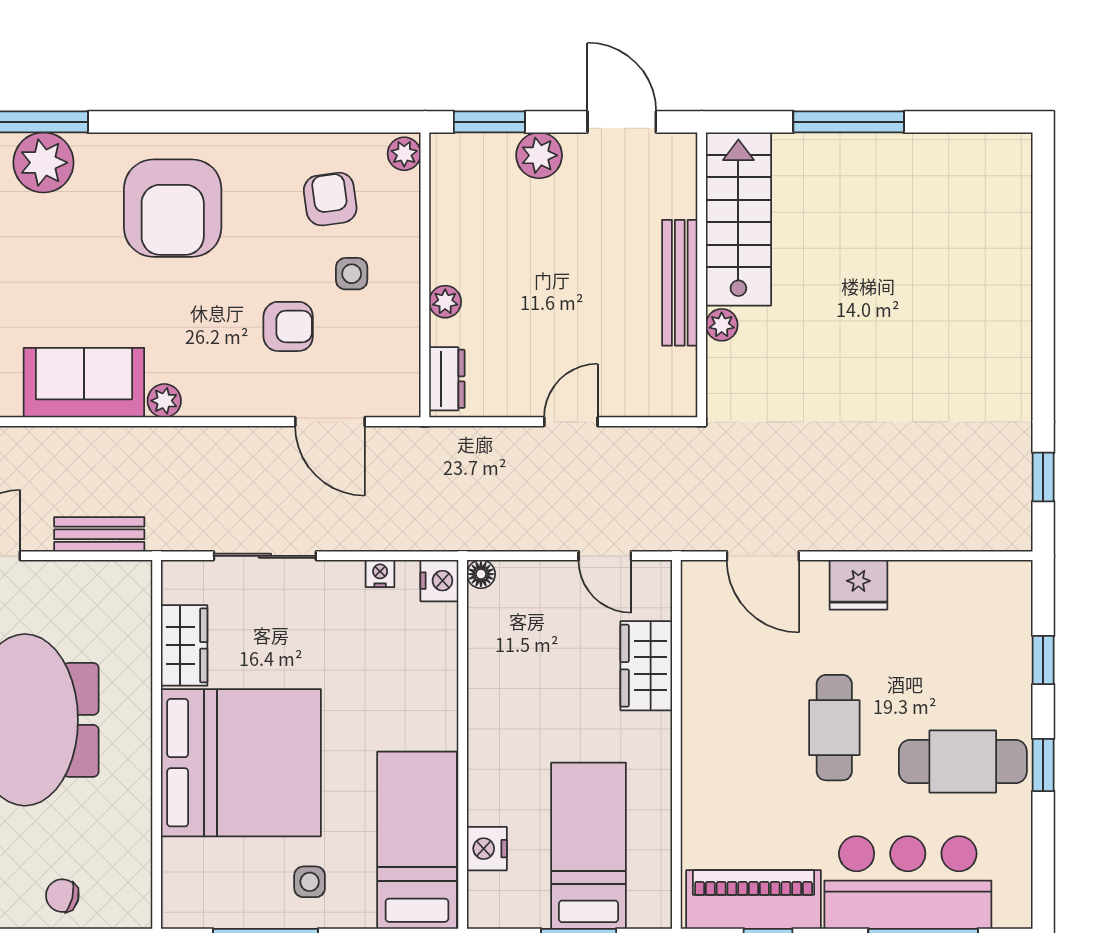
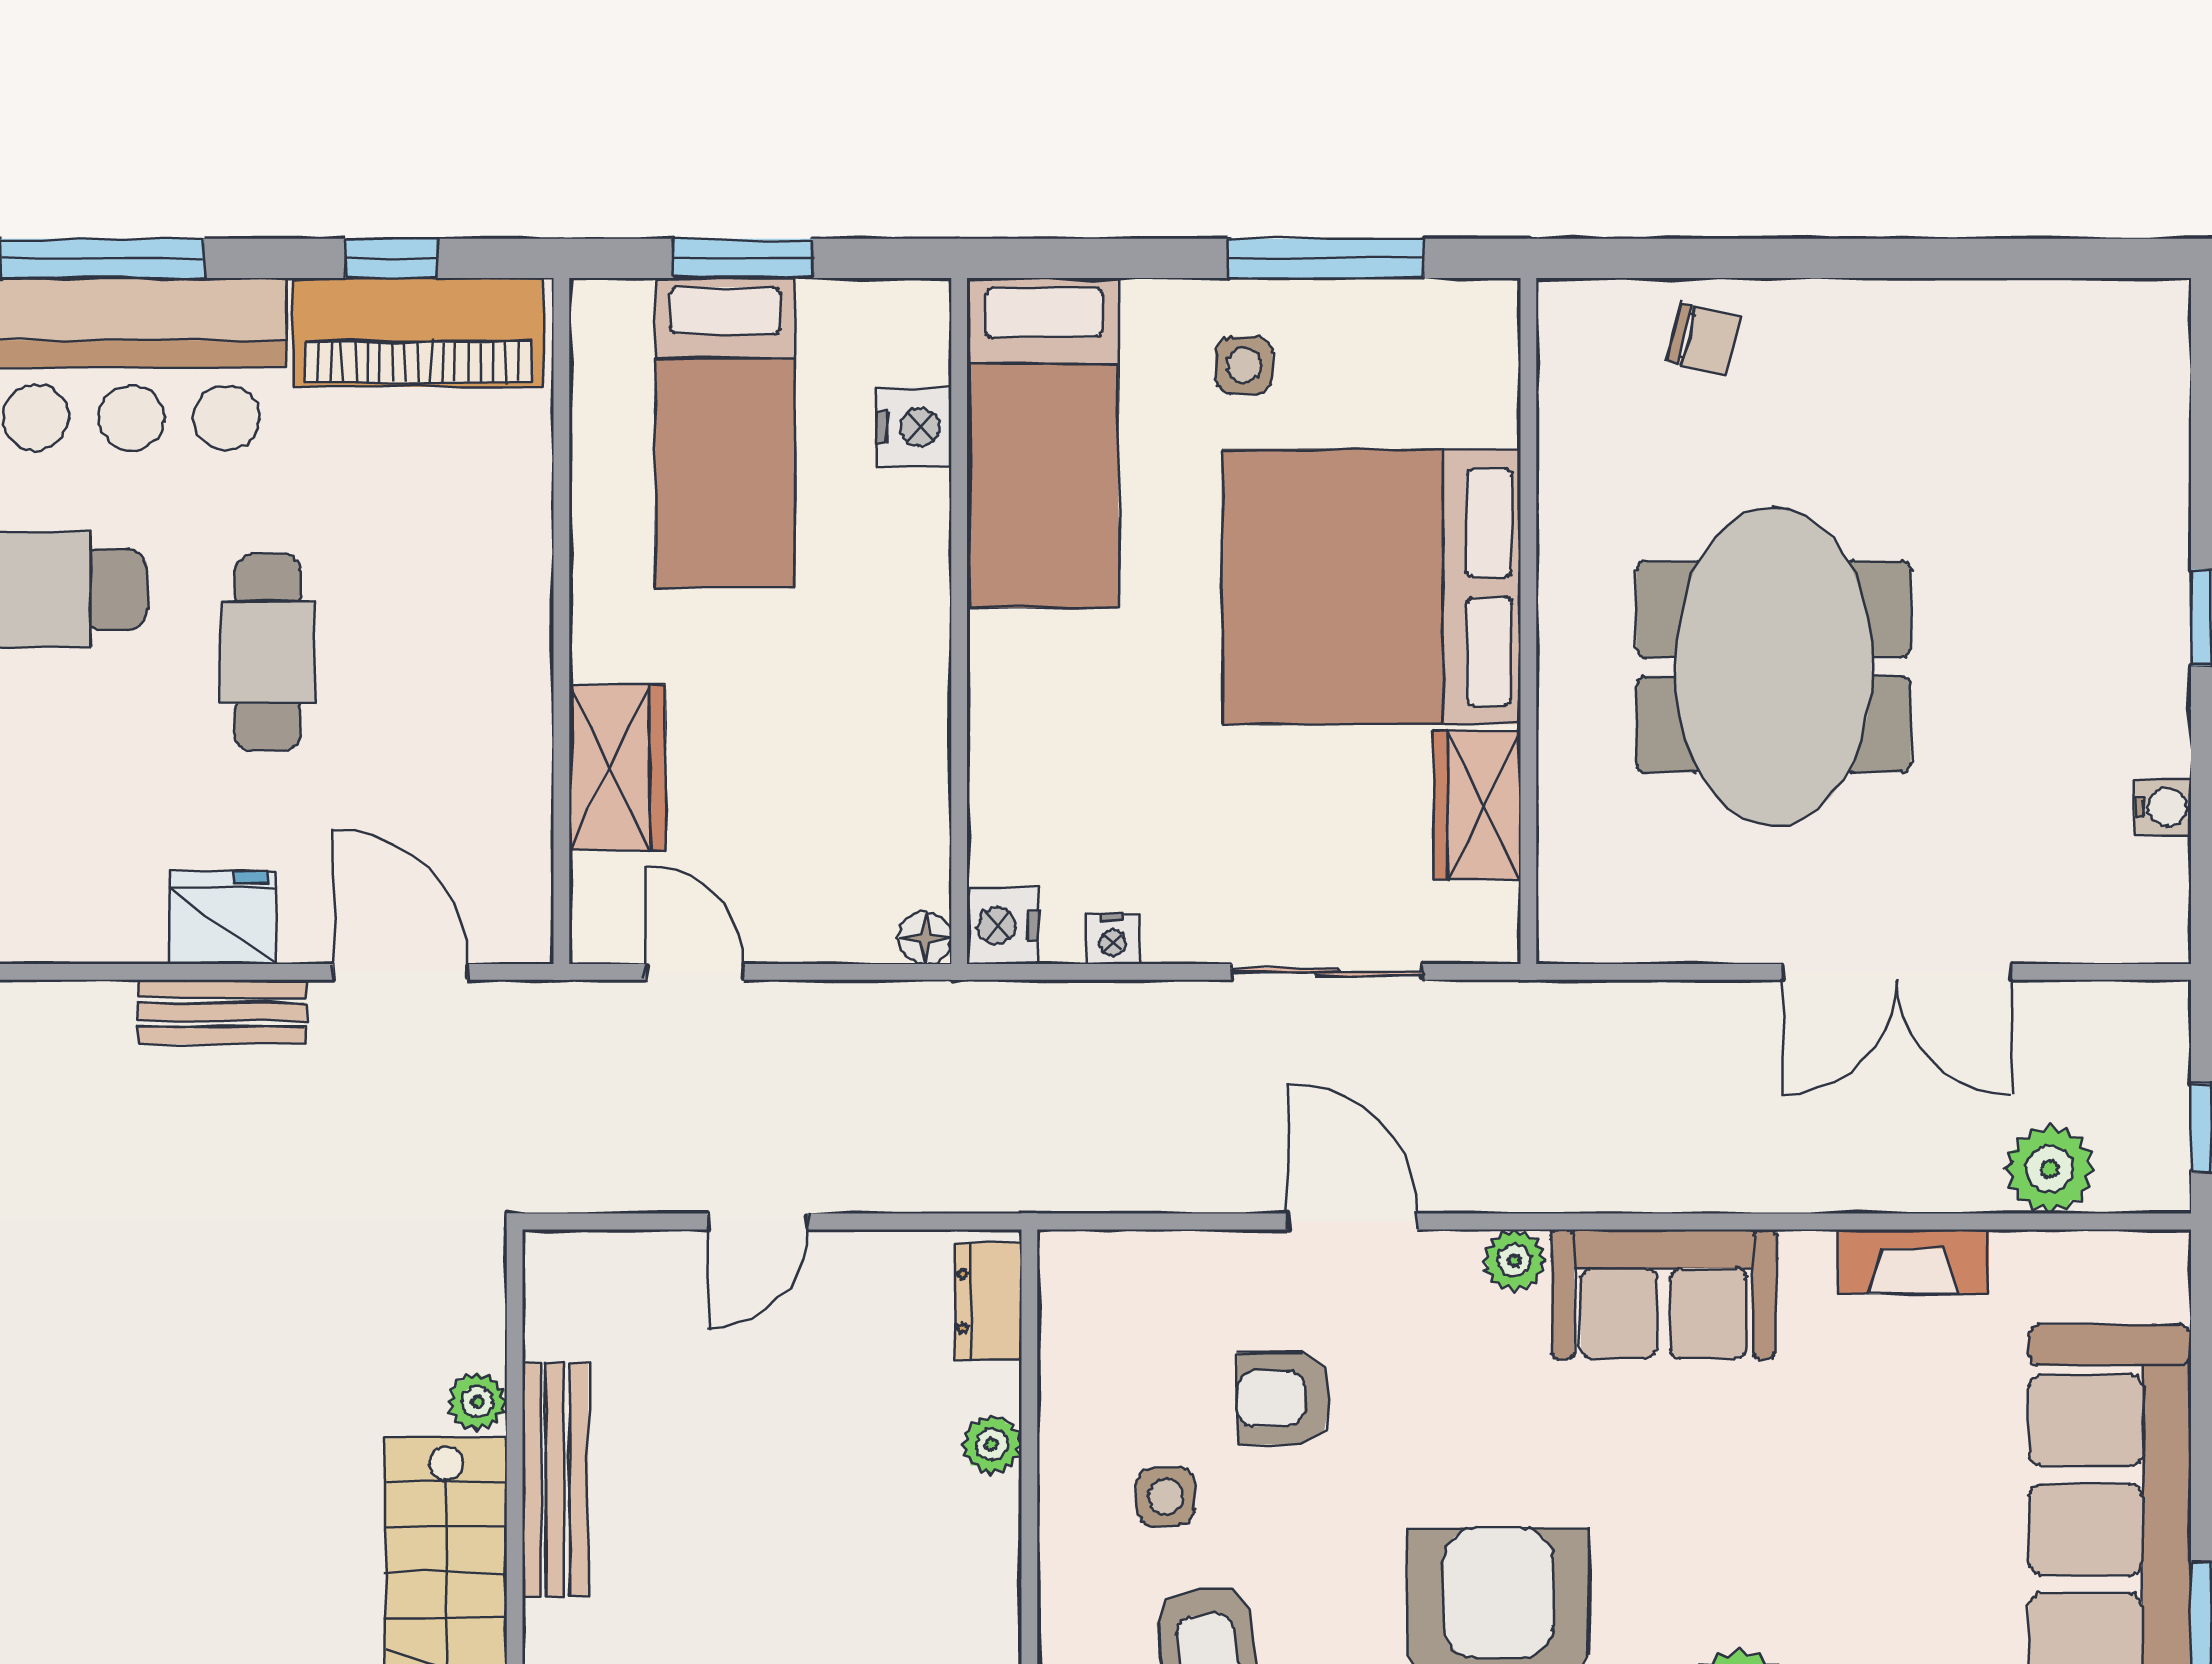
door: (330, 422) -> (1352, 1221), moved
bench: (99, 534) -> (222, 1012), moved

